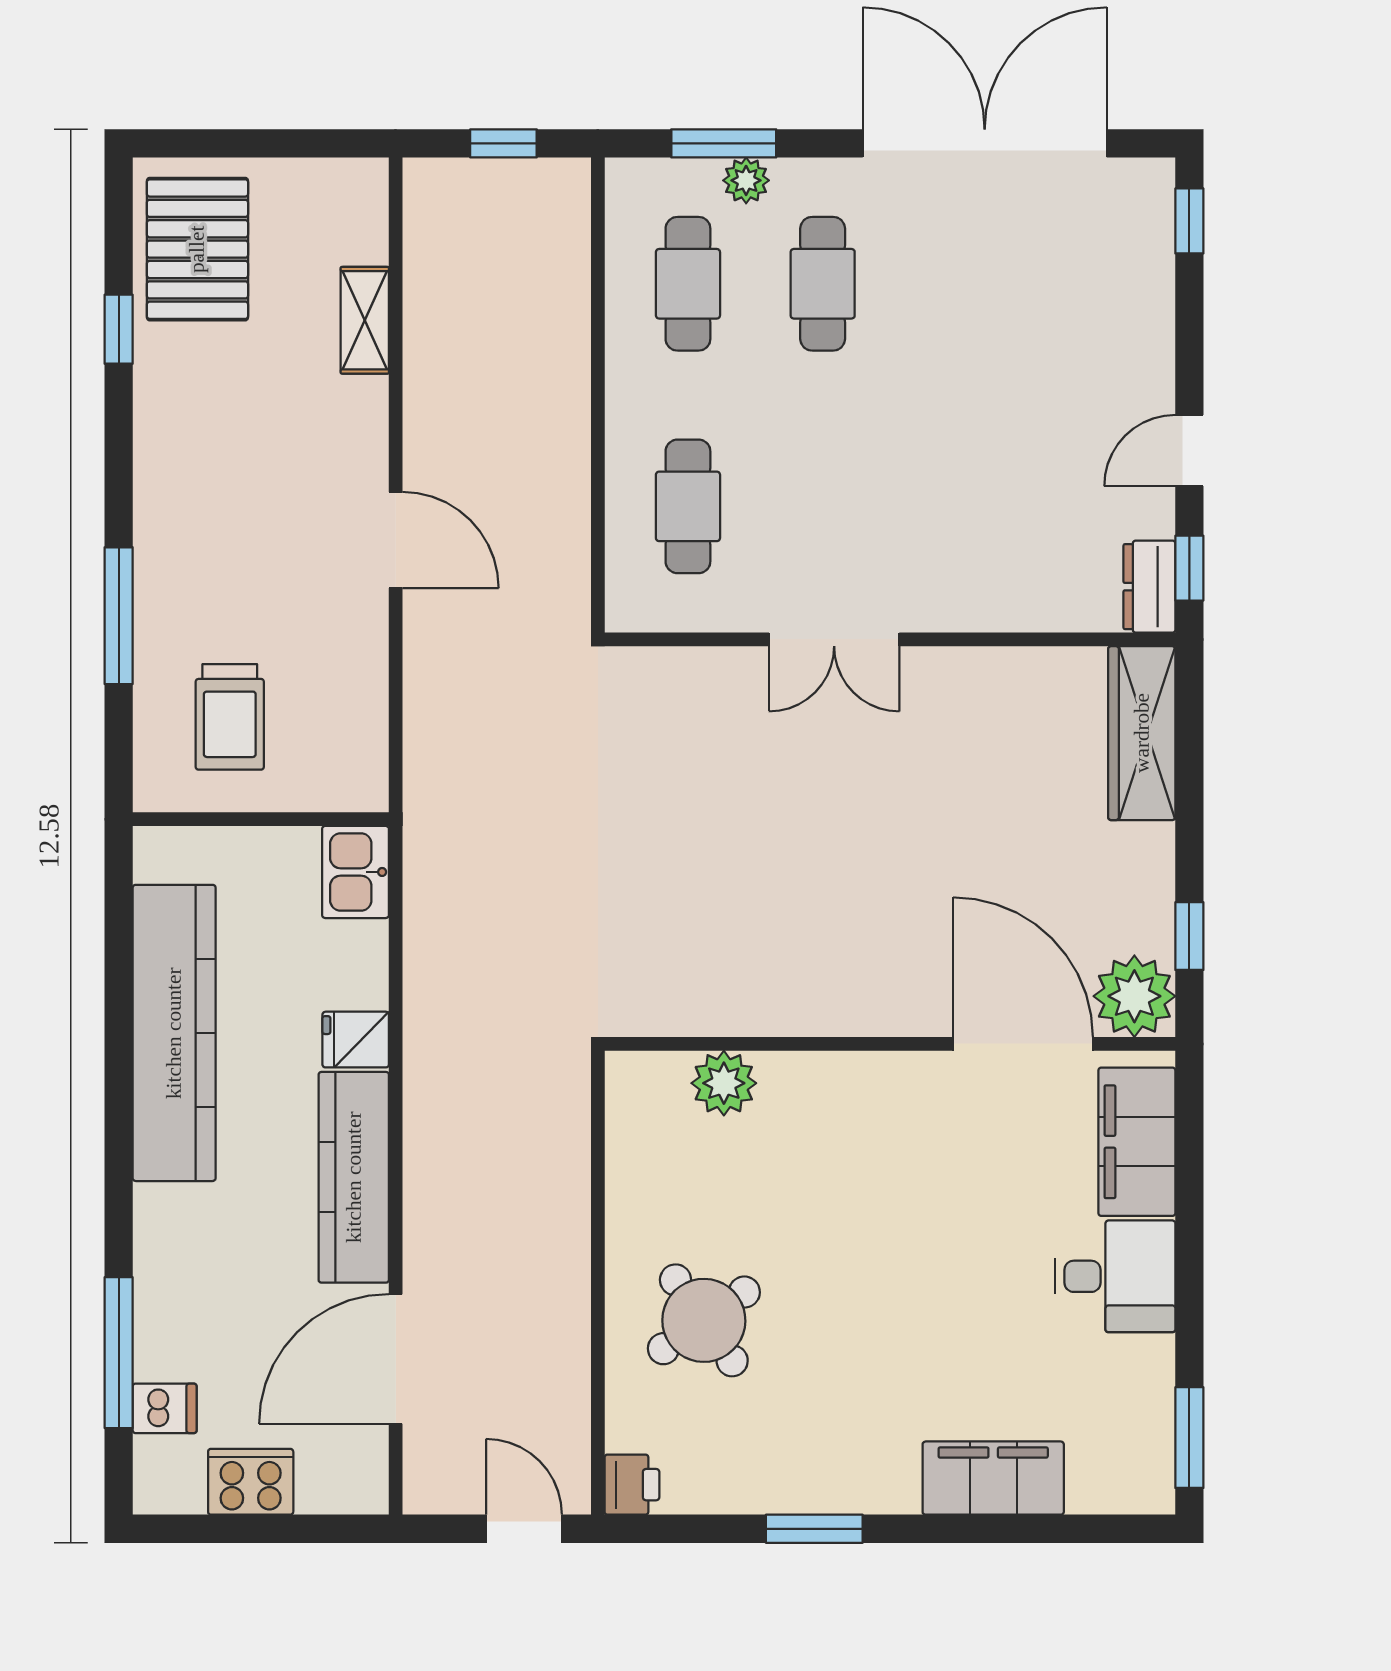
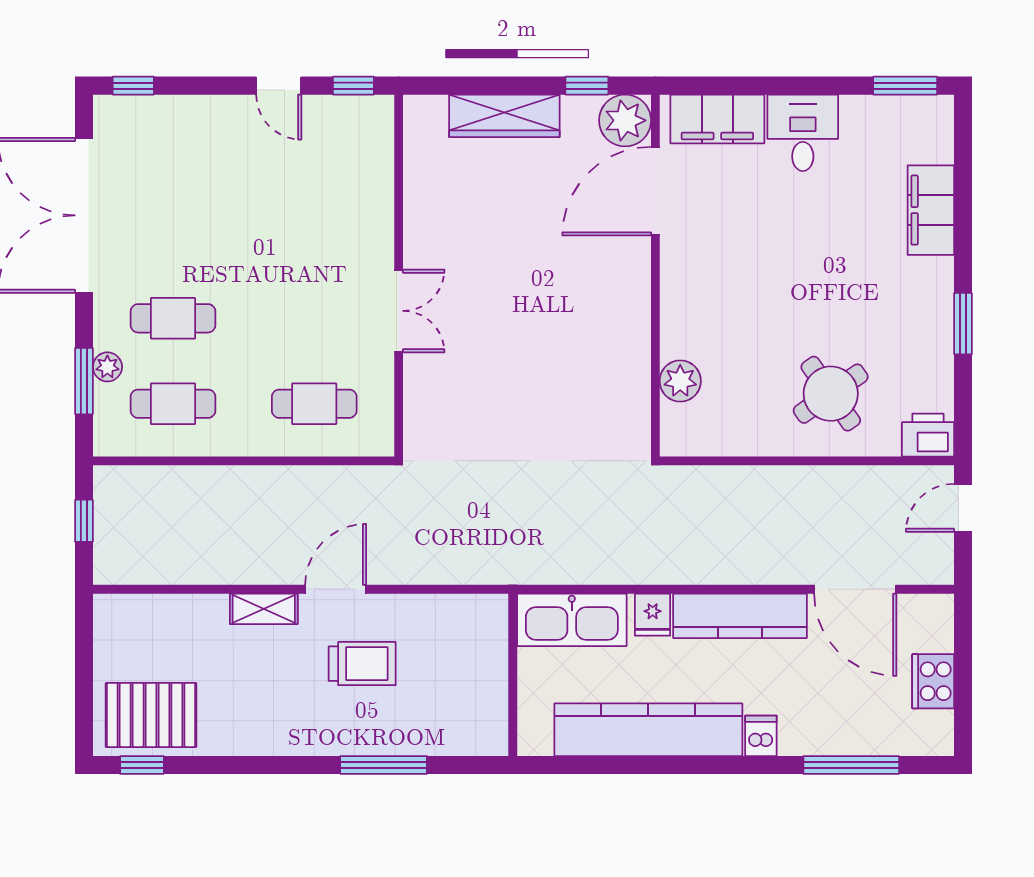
shelving: (365, 320) -> (264, 609), moved
window: (119, 329) -> (142, 765), moved
dresser: (1149, 587) -> (365, 111), removed
trolley: (230, 717) -> (362, 664), moved
wardrobe: (1142, 733) -> (504, 116), moved
kitchen sink: (355, 872) -> (572, 620), width x1.88, depth x1.24
dishwasher: (165, 1408) -> (761, 736), moved
printer: (632, 1485) -> (928, 435), width x1.36, depth x1.24

